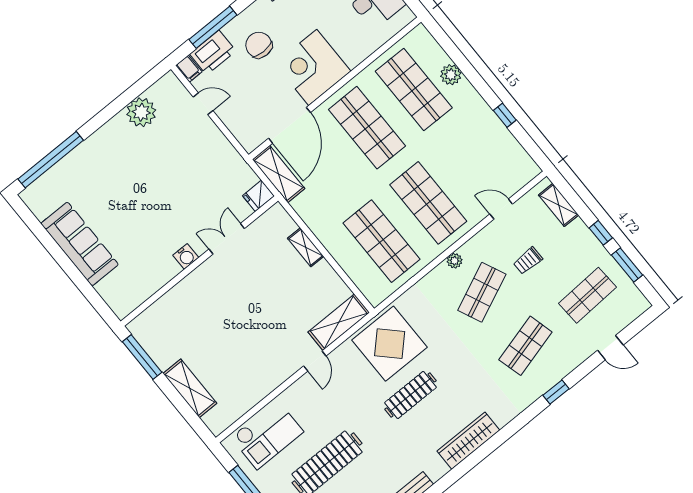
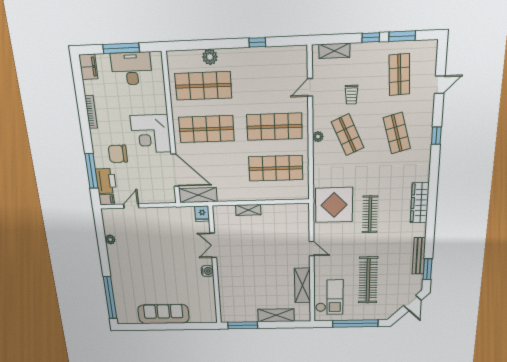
plant: (141, 112) -> (110, 239), width x0.53, depth x0.53
shelving: (339, 322) -> (302, 285), moved

